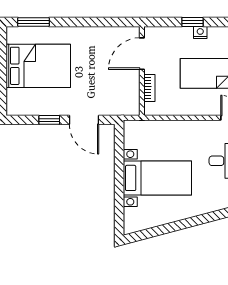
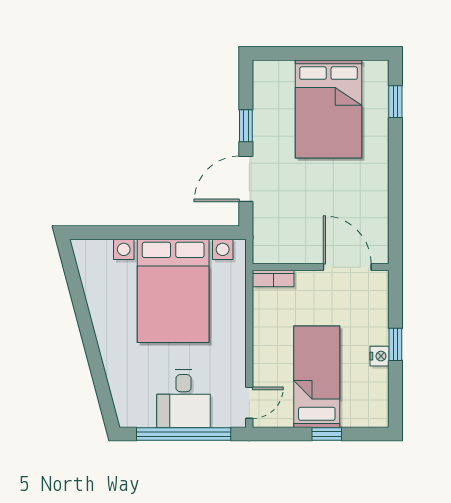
window: (34, 22) -> (395, 102), width x0.67
bookcase: (149, 88) -> (273, 278), moved
bed with nightstands: (157, 178) -> (173, 291), width x1.36

